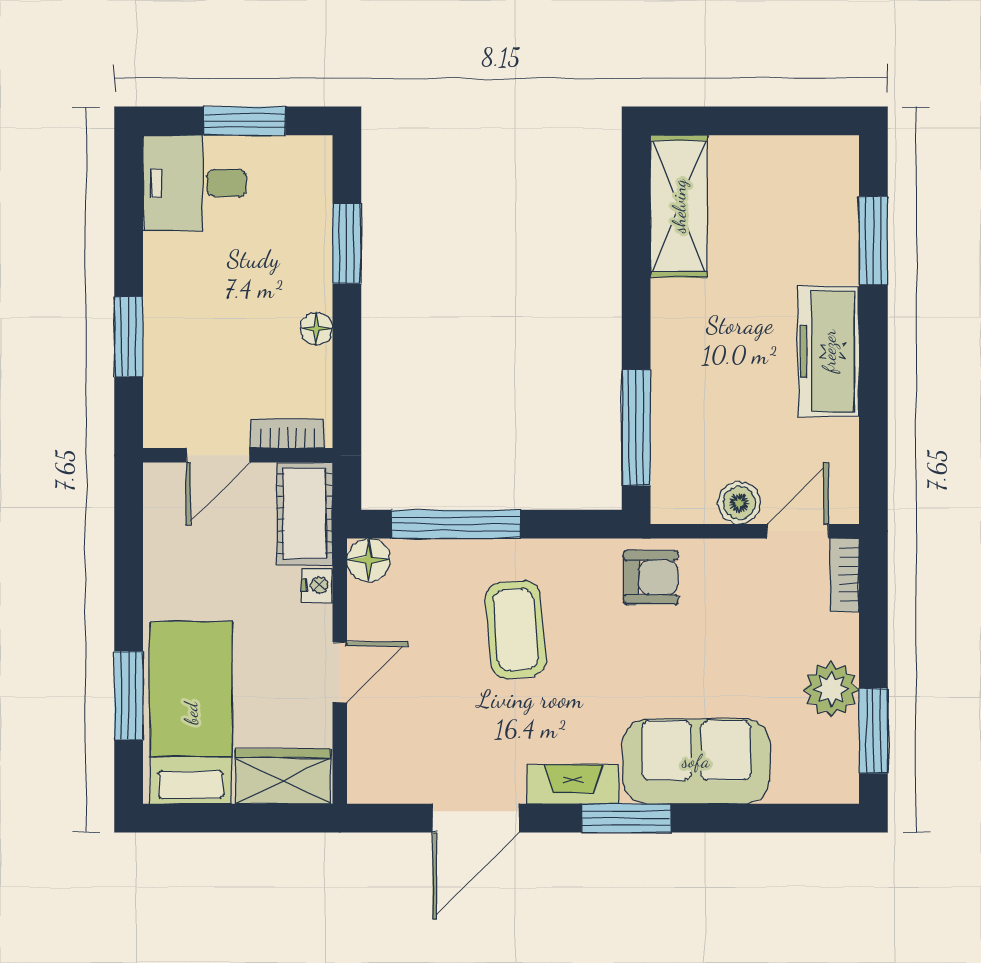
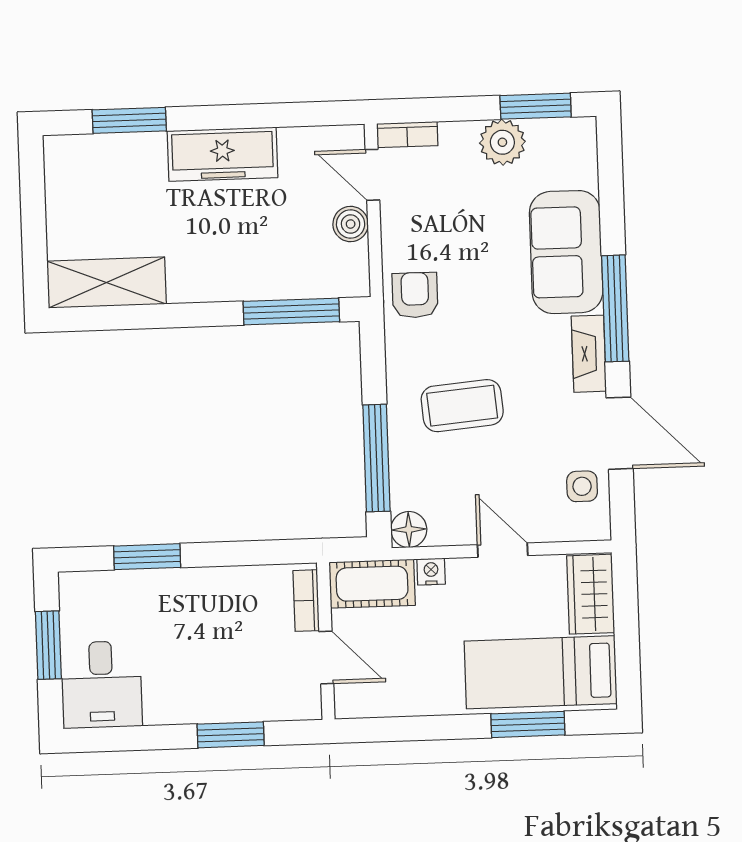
floor lamp: (316, 328) -> (218, 579), removed
side table: (413, 771) -> (582, 486), added
window: (626, 818) -> (615, 308), width x1.44

